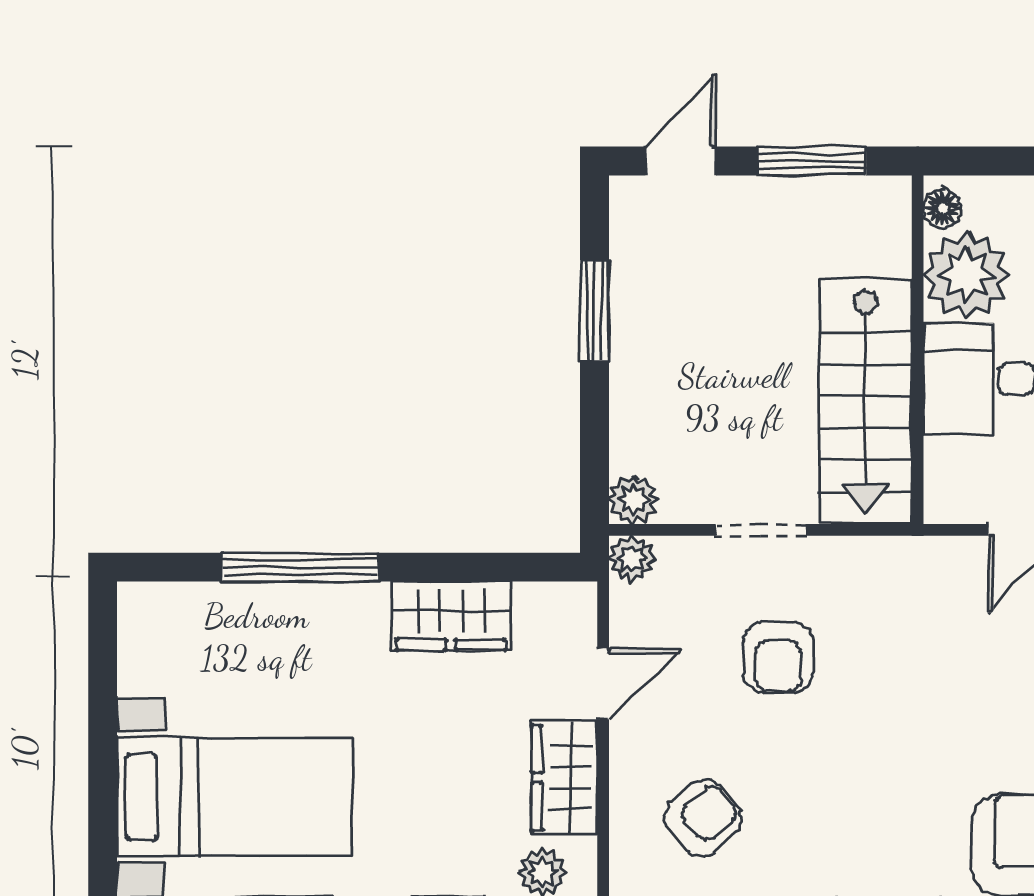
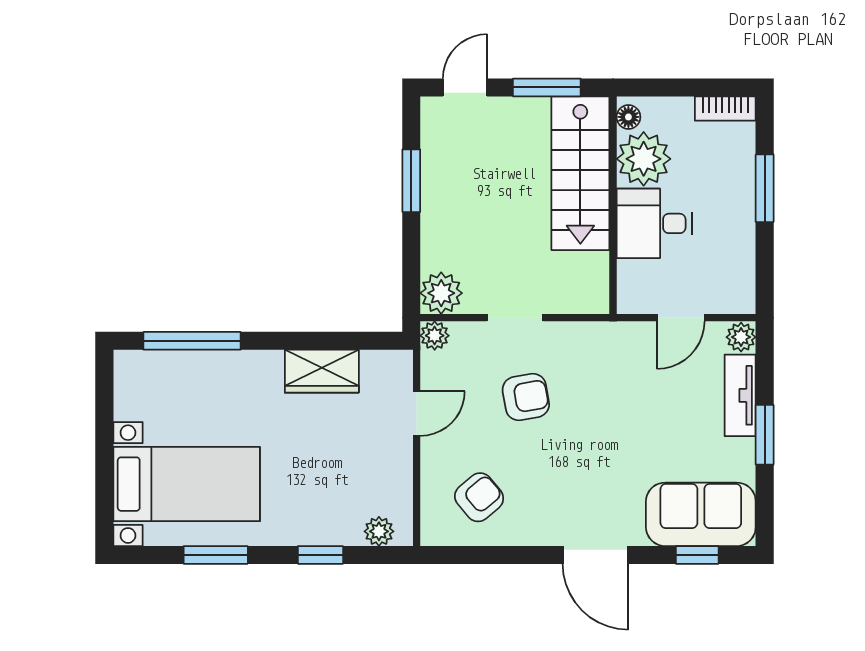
stairs: (865, 401) -> (580, 173), moved
plant: (633, 500) -> (441, 293), width x1.38, depth x1.38
window: (300, 567) -> (192, 341), moved
armchair: (778, 657) -> (526, 397), turned -100
wardrobe: (564, 778) -> (393, 472), removed

